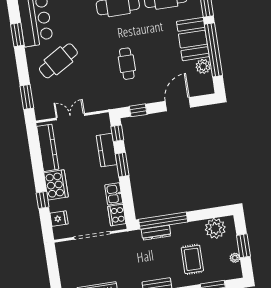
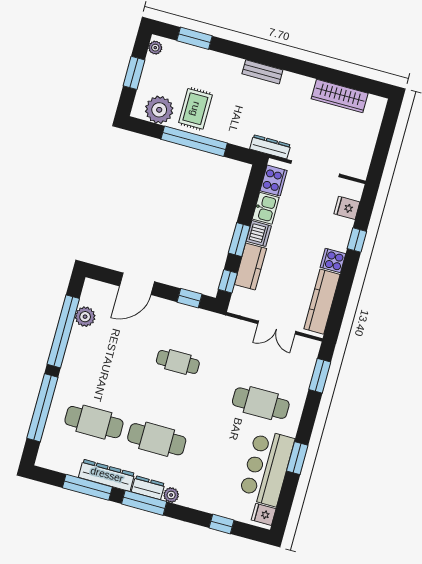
booth: (193, 39) -> (83, 356), removed
cafe table: (58, 61) -> (261, 403), turned 31
cafe table: (127, 64) -> (178, 362), turned 90
dishwasher: (111, 175) -> (259, 234), added
cooker: (56, 185) -> (333, 261), width x0.53, depth x0.76
window: (163, 221) -> (194, 141), moved
dresser: (156, 233) -> (270, 147), moved
plant: (235, 258) -> (155, 48), moved
rug: (192, 259) -> (195, 109), moved

